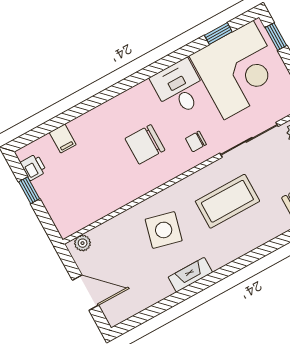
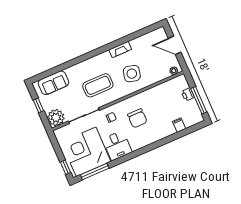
window: (218, 33) -> (95, 171), width x2.17
chair: (145, 144) -> (137, 118), turned 90
printer: (33, 167) -> (188, 94), moved
window: (29, 190) -> (199, 100), width x2.17

